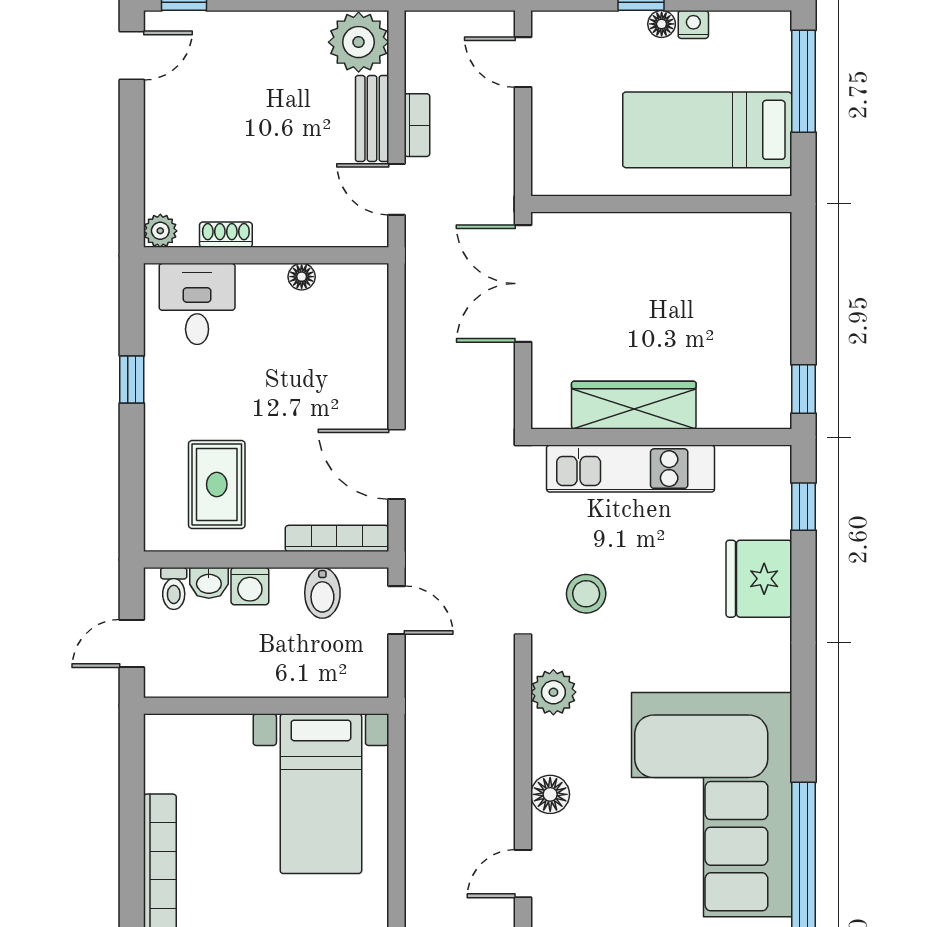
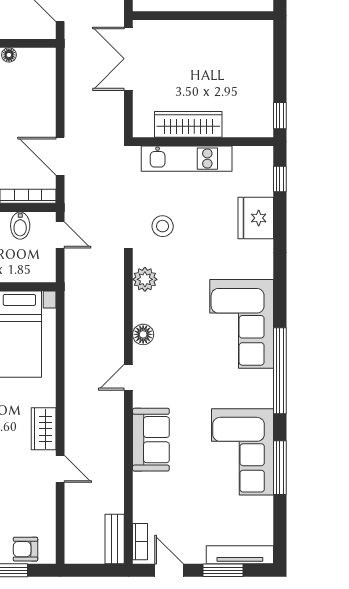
corner sofa: (712, 805) -> (242, 324), width x0.73, depth x0.74

